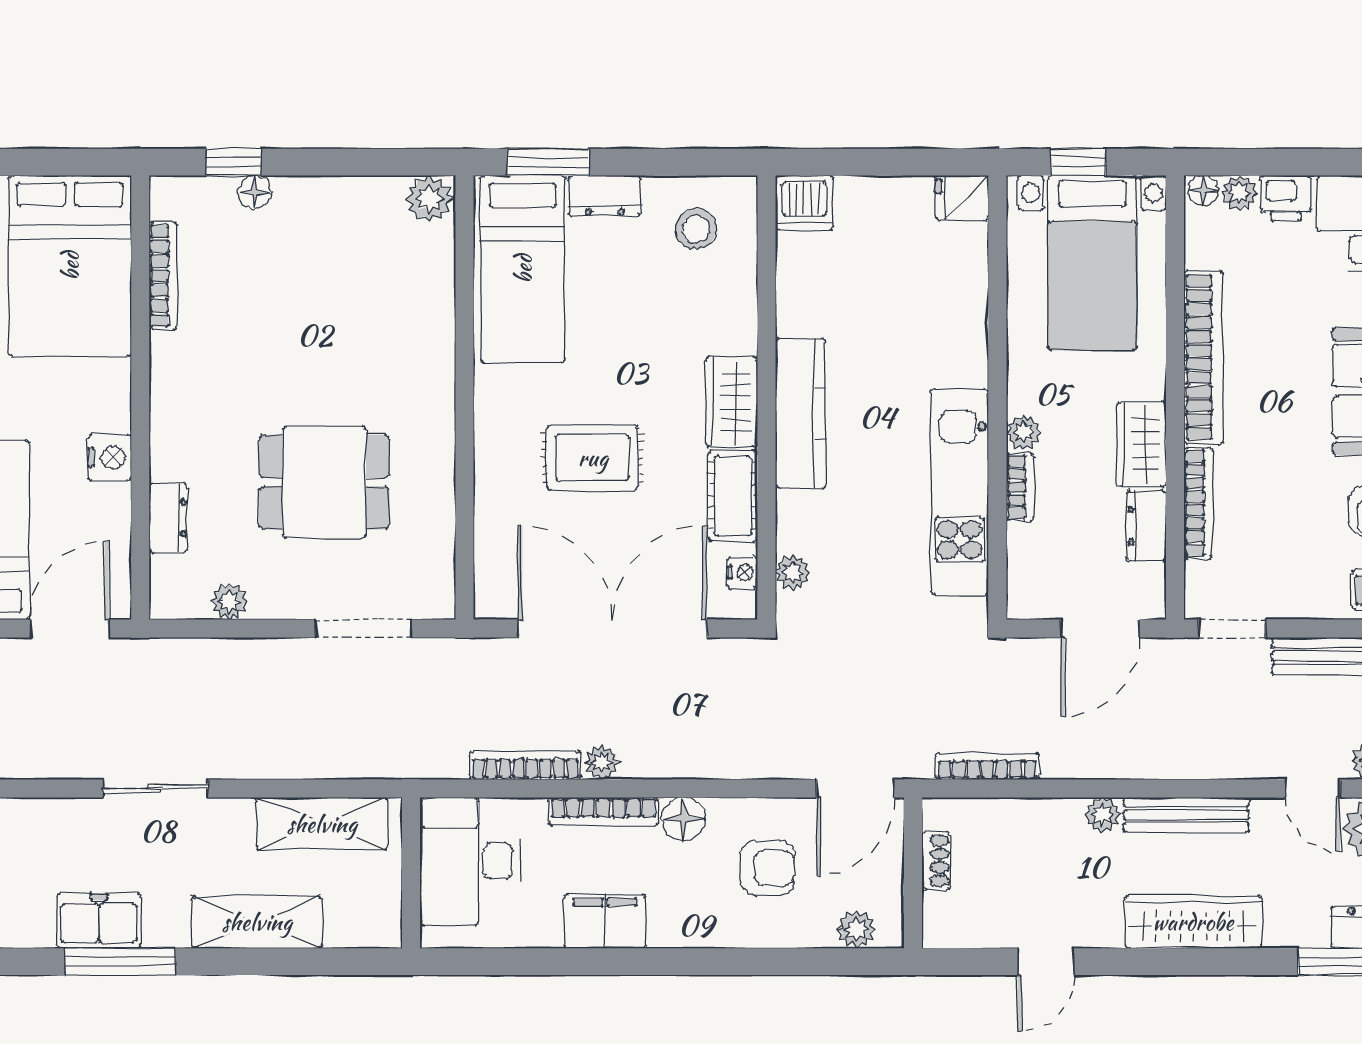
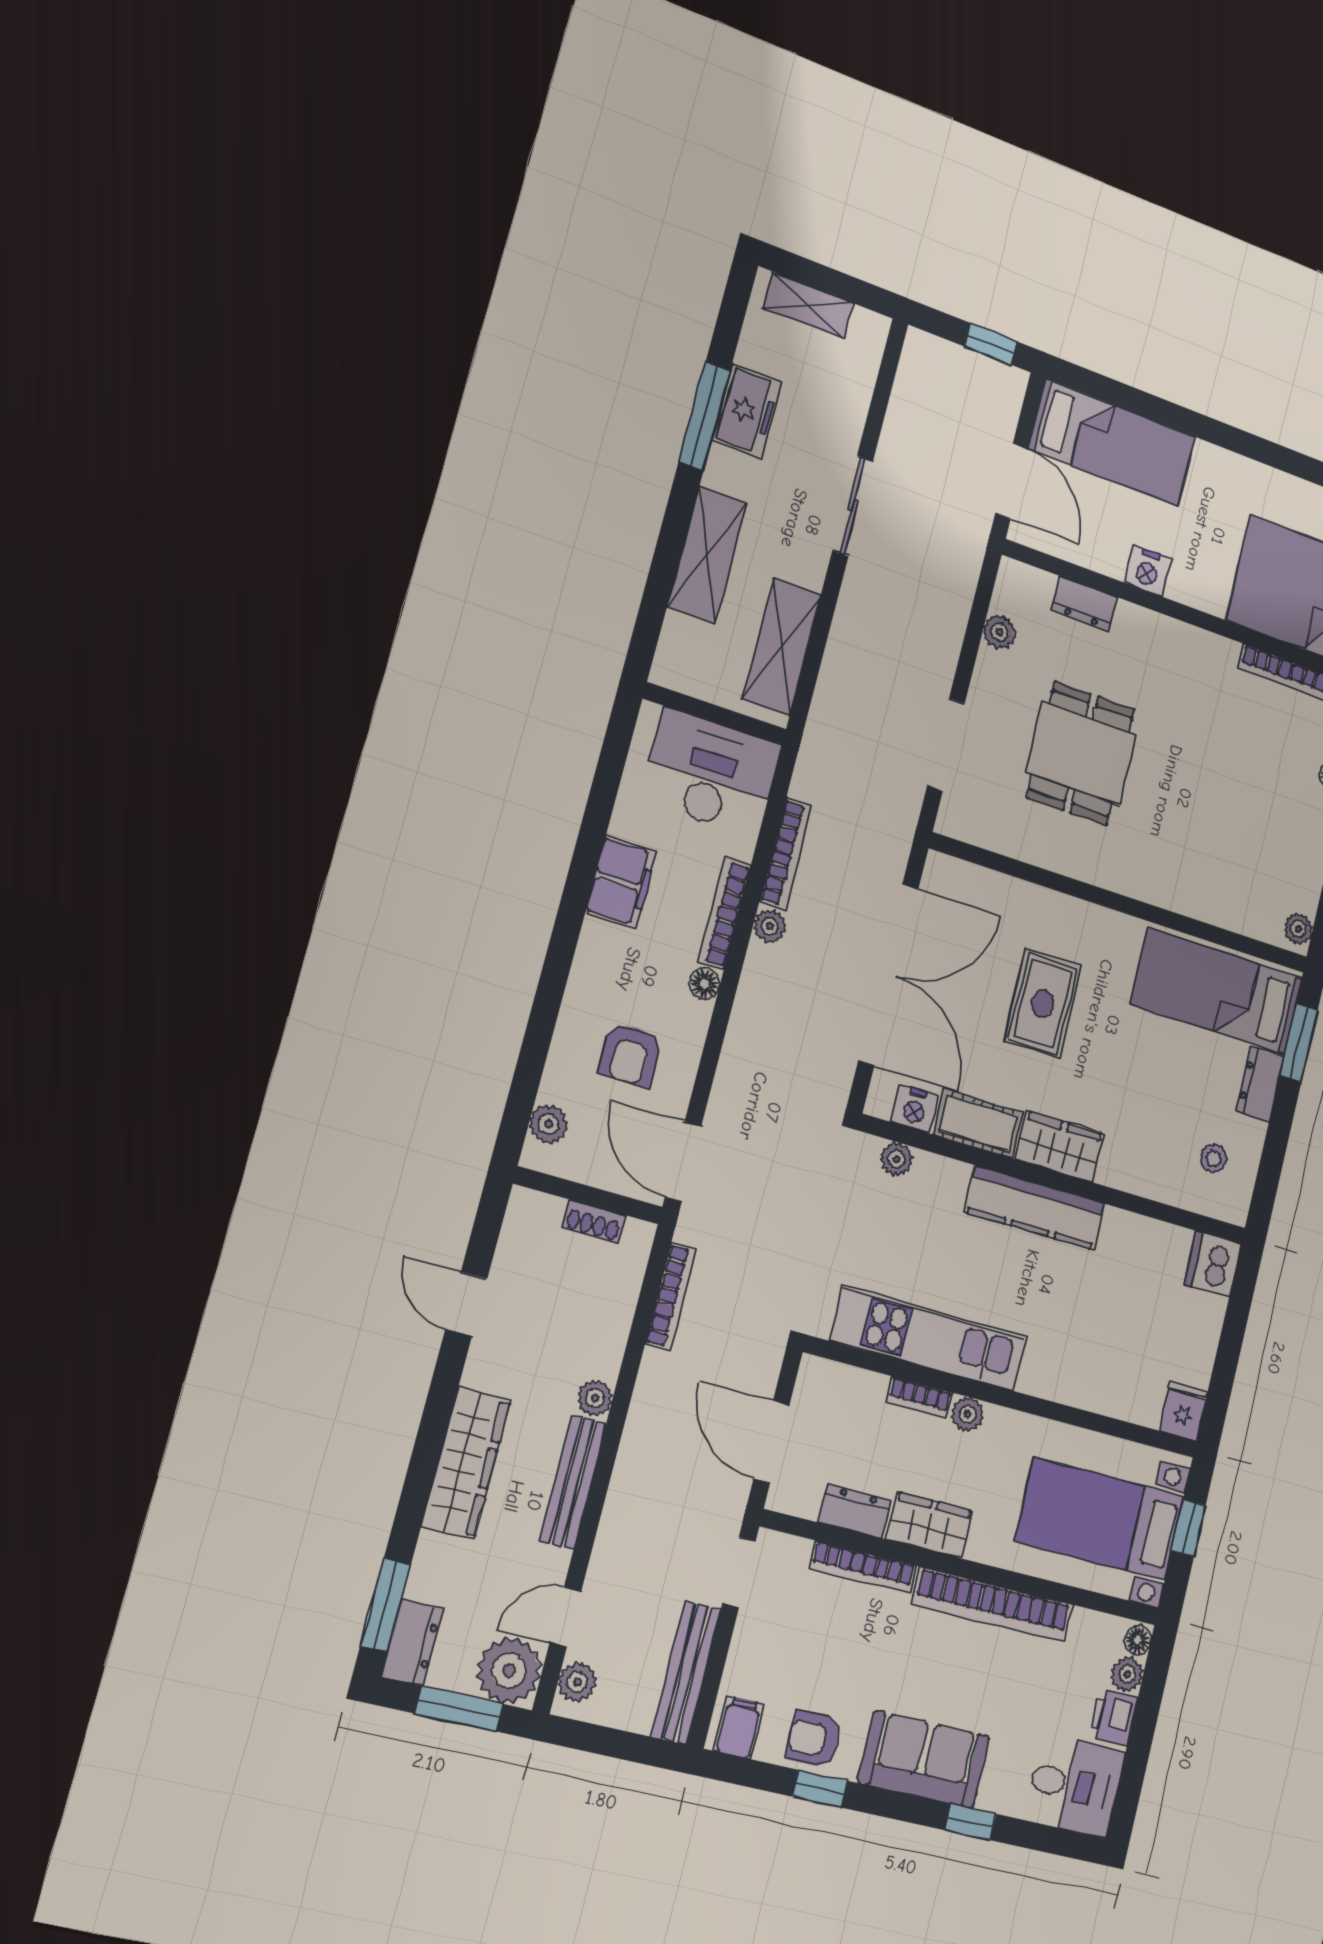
plant: (429, 199) -> (1298, 929), width x0.73, depth x0.73
stool: (696, 229) -> (1214, 1159), width x0.73, depth x0.73
nightstand: (743, 573) -> (915, 1109), width x1.39, depth x1.35
floor lamp: (684, 819) -> (704, 984), width x0.73, depth x0.73

